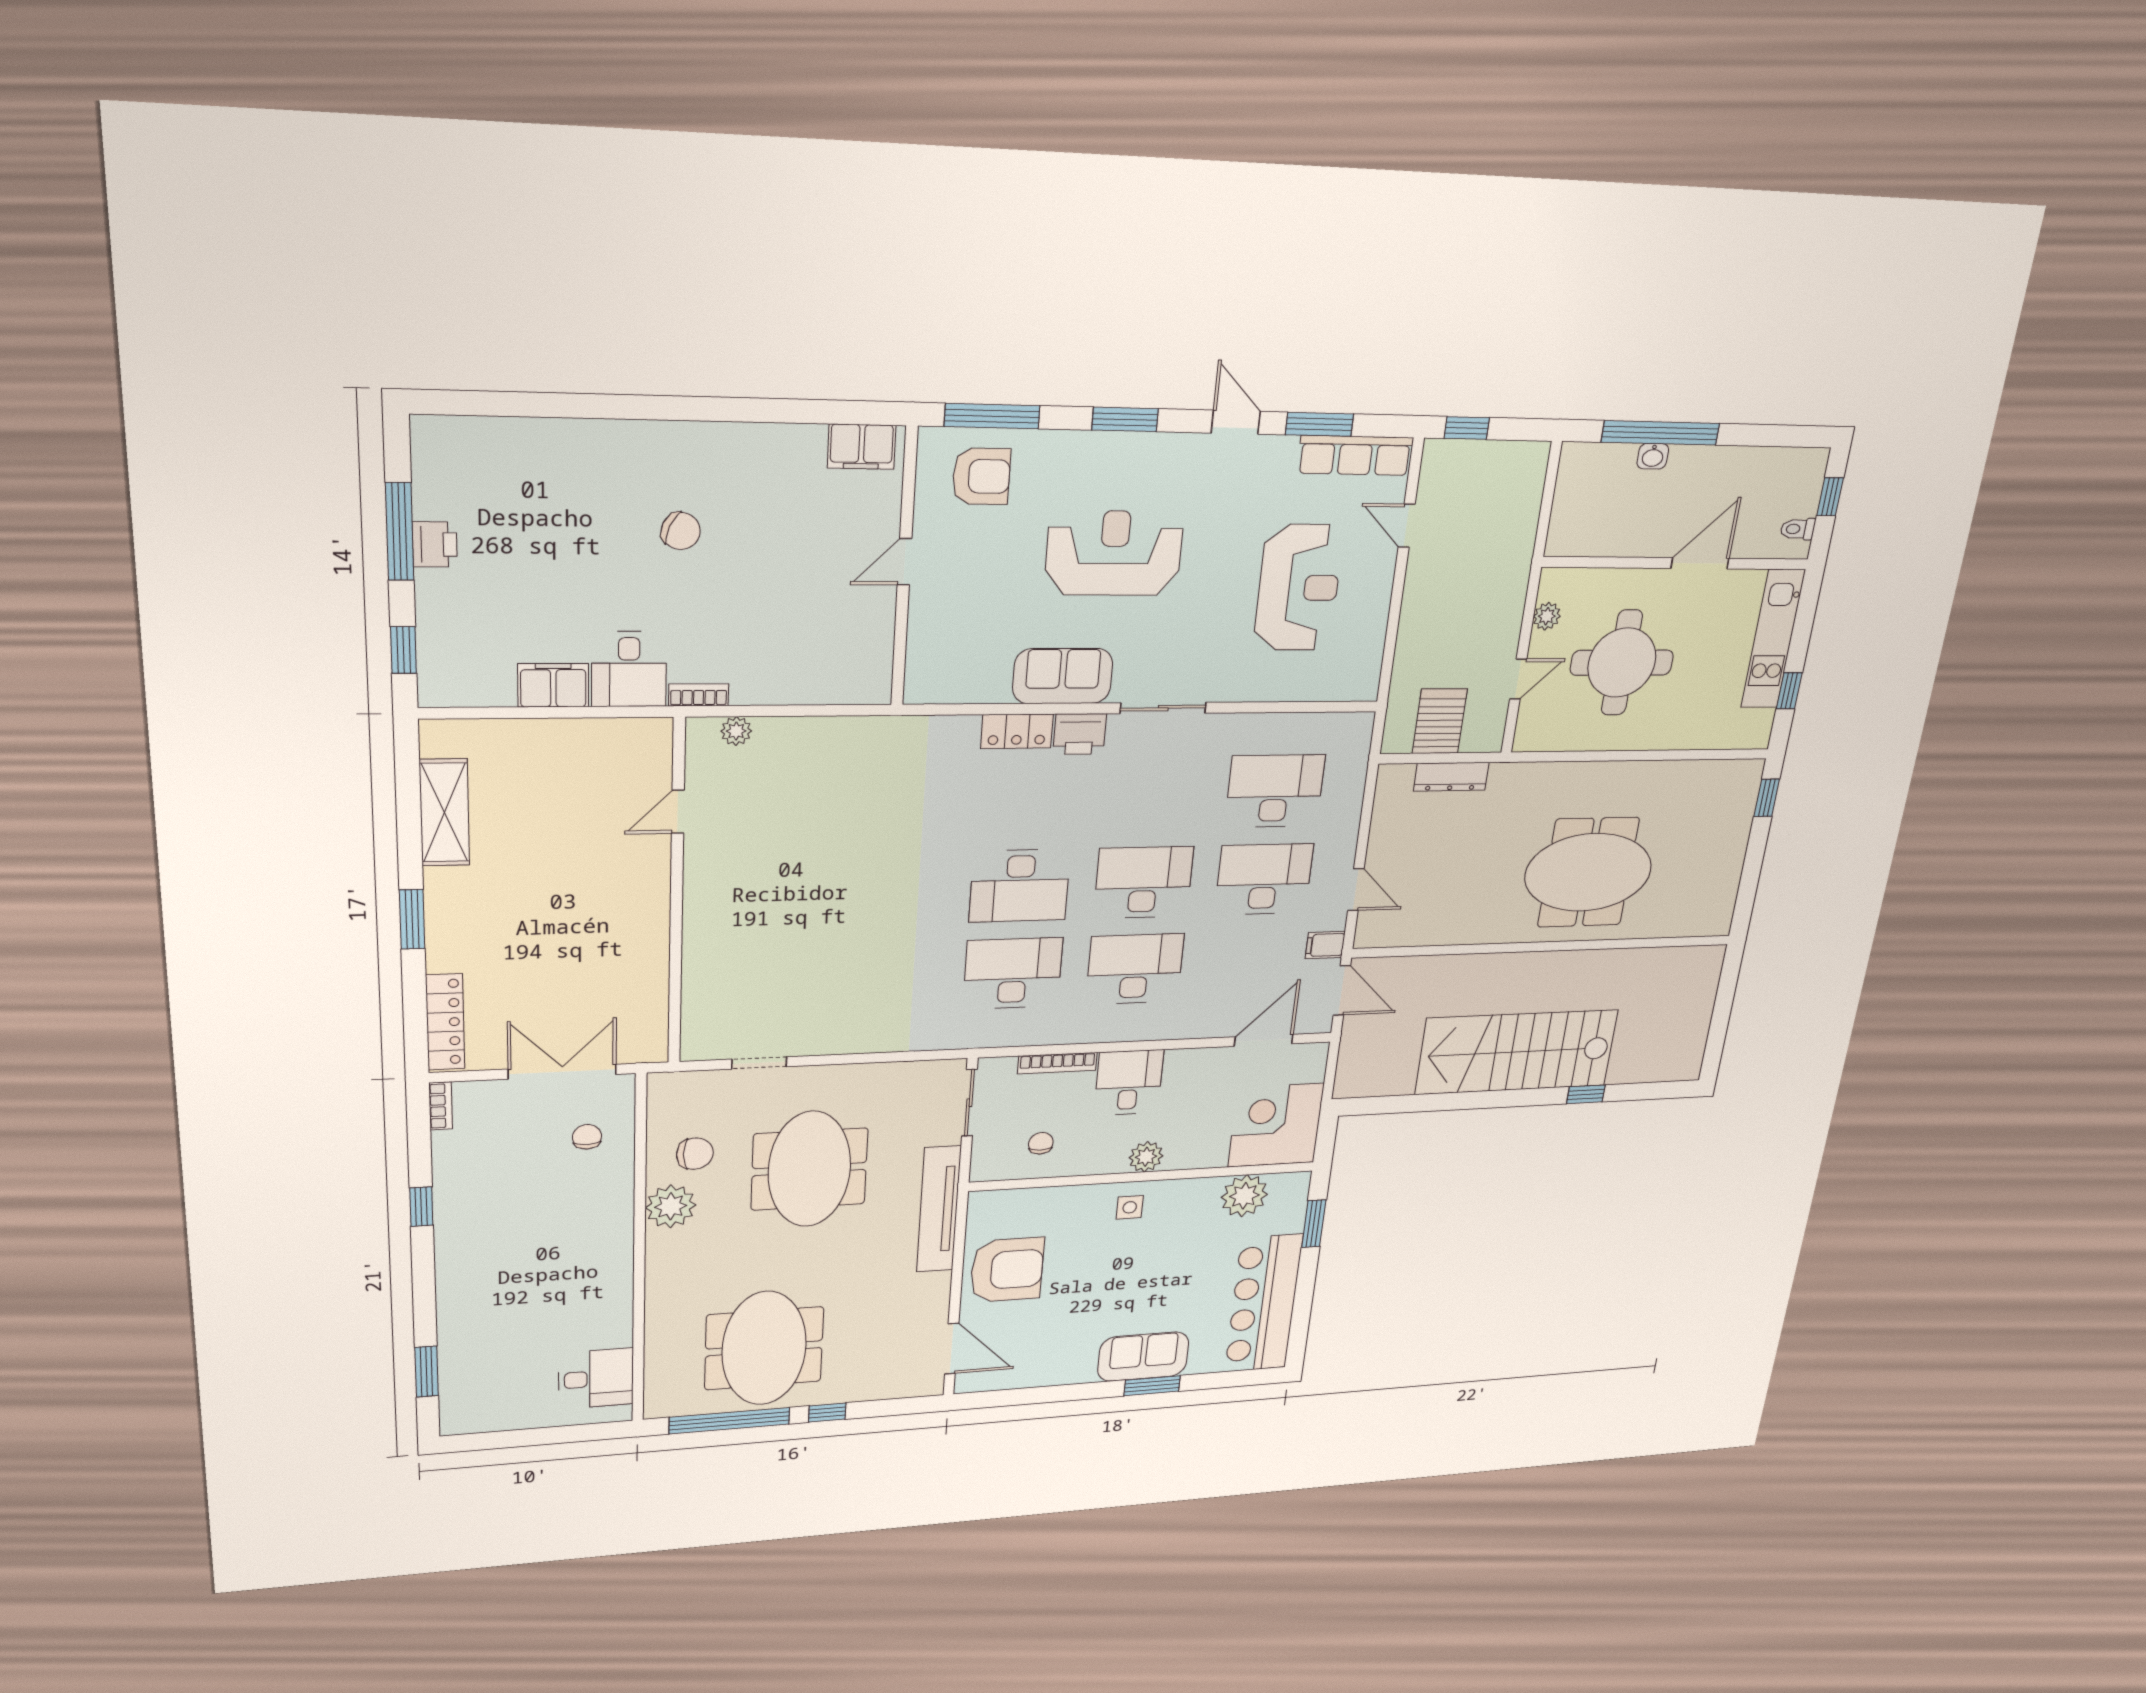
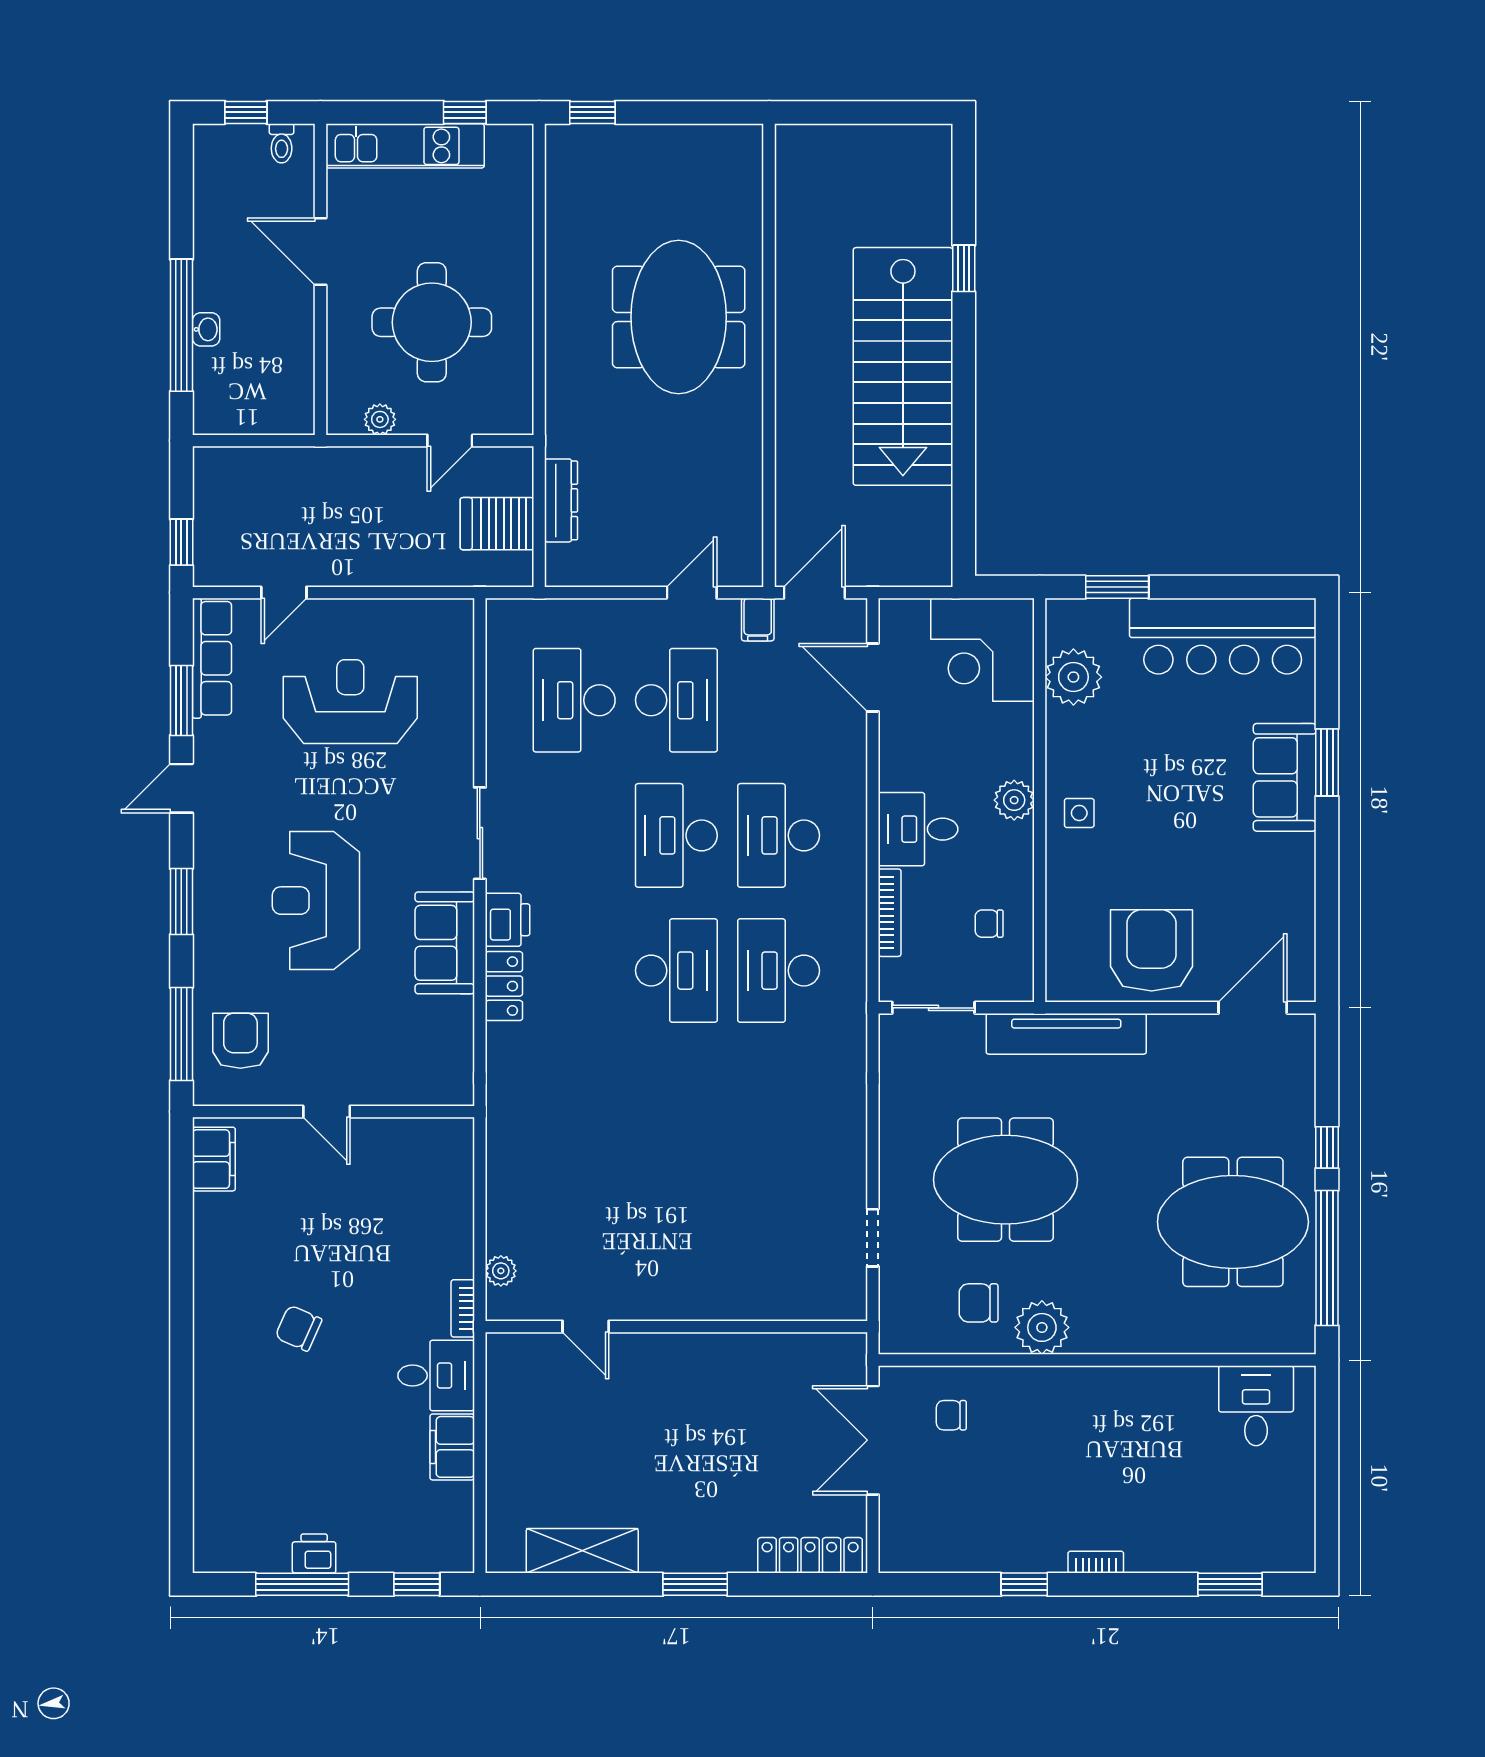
chair: (681, 531) -> (298, 1328), turned -90
door: (1518, 679) -> (450, 441), swing flipped
desk: (1264, 879) -> (676, 700), turned 180
bookcase: (441, 1106) -> (1096, 1562), moved
chair: (695, 1154) -> (979, 1303), turned -90

